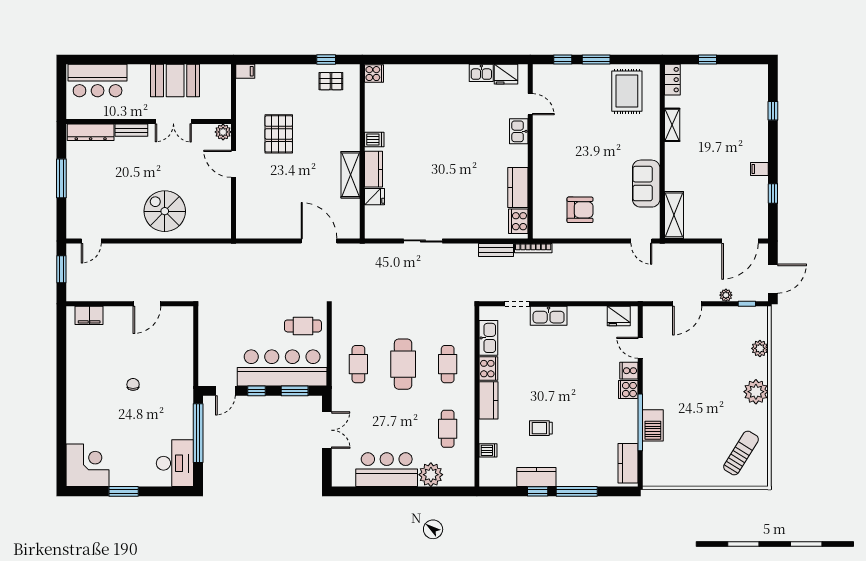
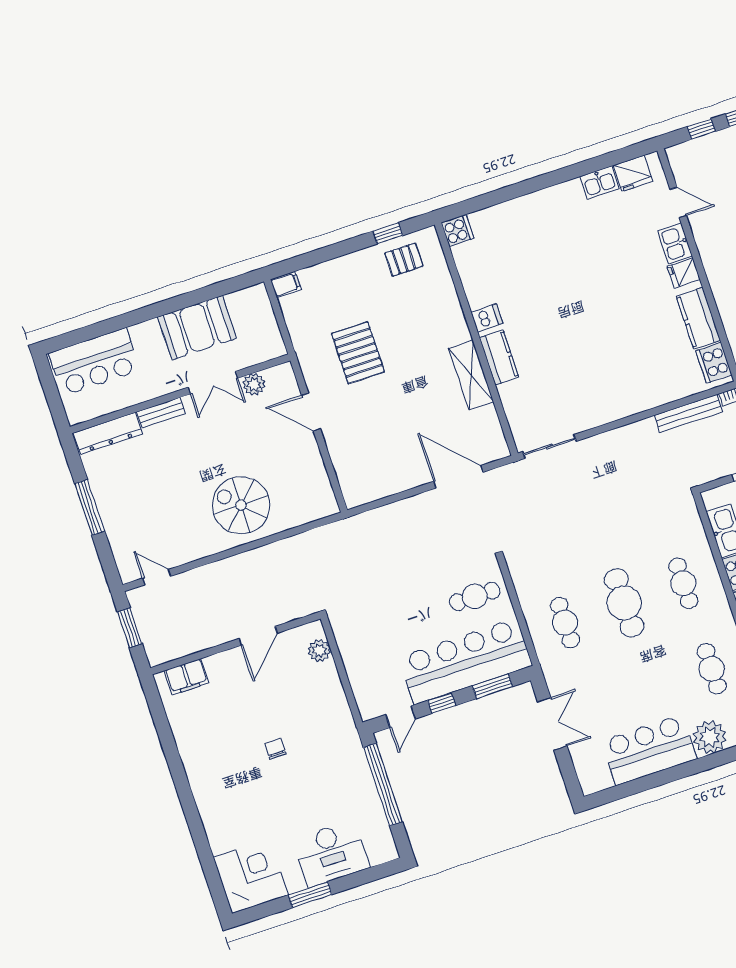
plant: (223, 132) -> (254, 384), moved
fridge: (374, 197) -> (684, 273), moved, turned 180
door: (91, 241) -> (157, 577), swing flipped
sliding door: (423, 241) -> (549, 447), moved
bench: (496, 250) -> (688, 413), width x1.36
plant: (185, 328) -> (319, 651), added
desk: (175, 463) -> (331, 854), moved, turned 90

